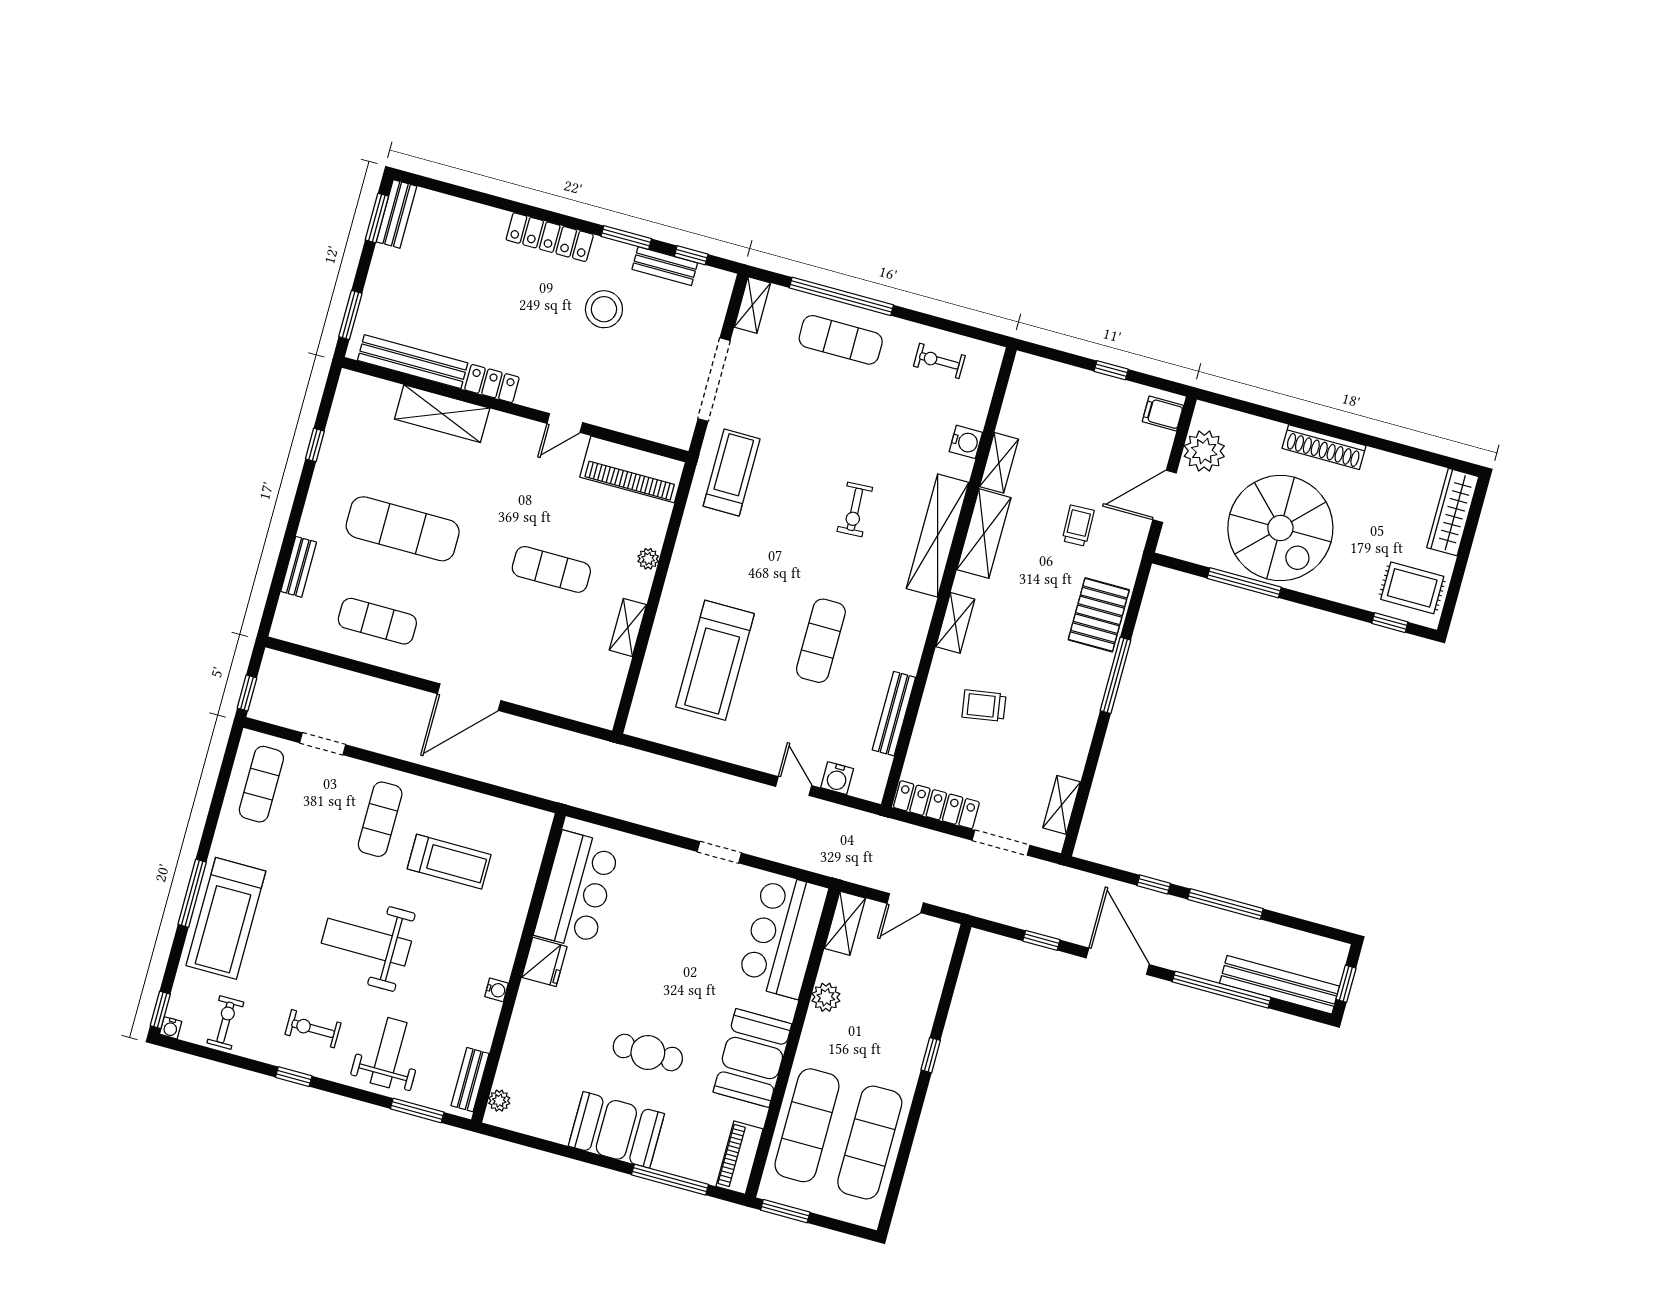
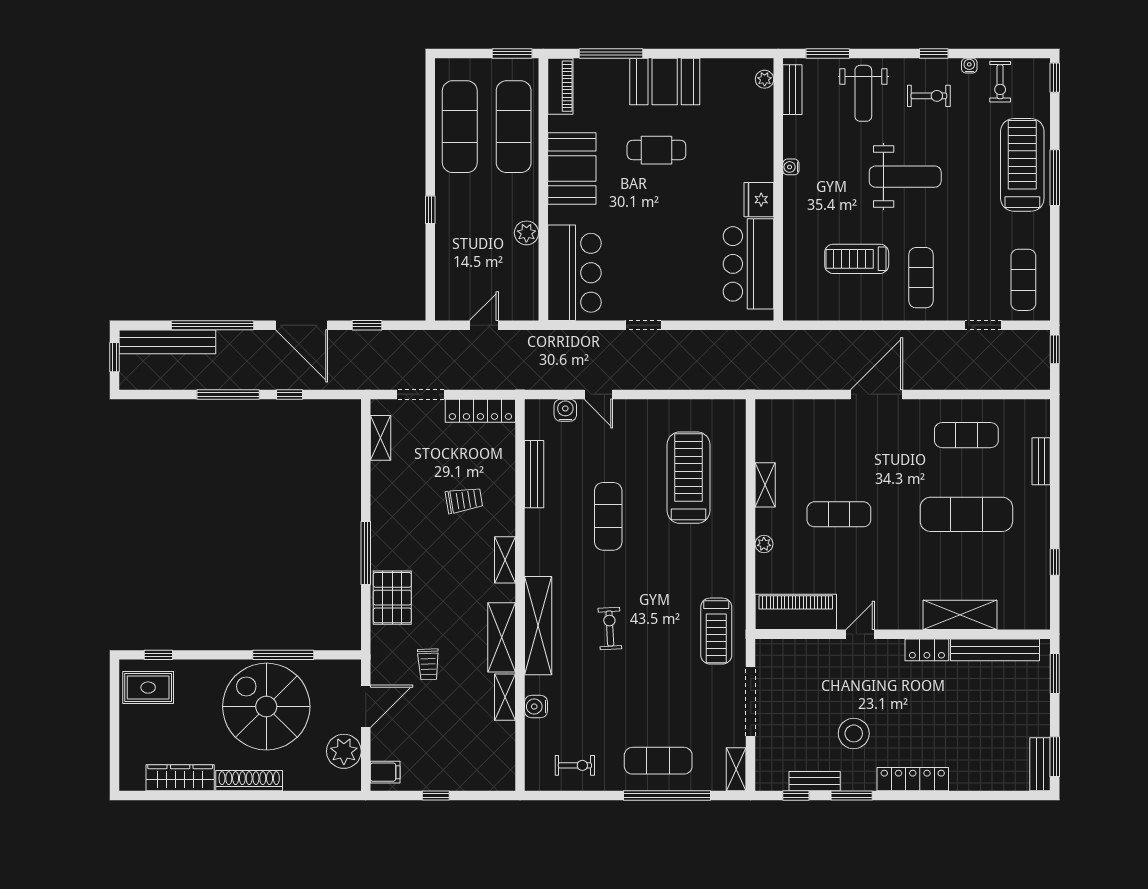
wardrobe: (1453, 512) -> (180, 778), moved, turned -90
shelving: (845, 923) -> (527, 296), removed
water cooler: (171, 1028) -> (969, 66), moved

